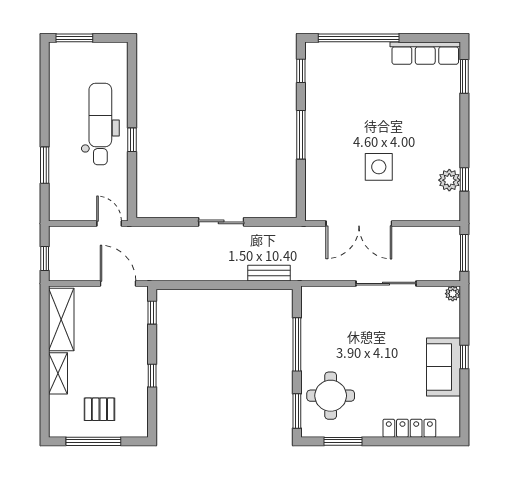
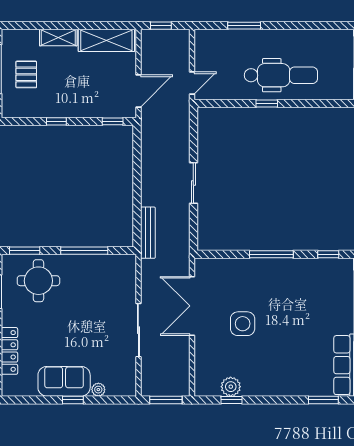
bench: (269, 273) -> (148, 233), width x1.36
plant: (453, 294) -> (98, 390), moved

